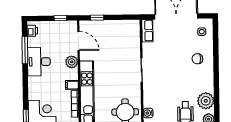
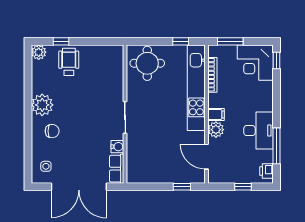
window: (60, 18) -> (243, 187), moved
filing cabinet: (72, 85) -> (216, 114), moved
plant: (206, 101) -> (42, 105), moved
water cooler: (148, 113) -> (117, 147), moved

